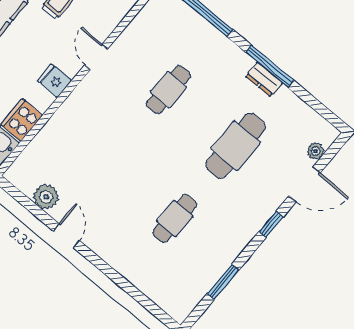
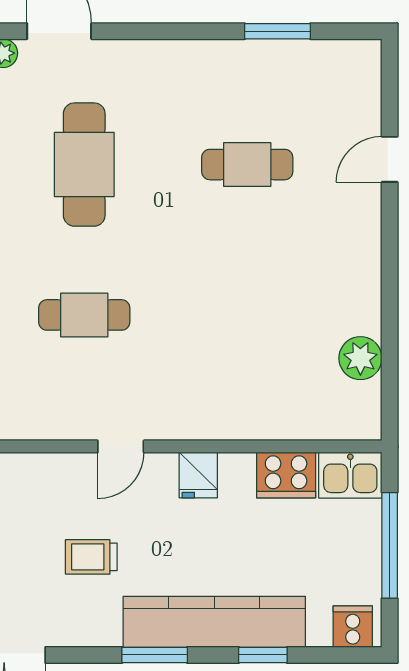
cafe table: (236, 146) -> (84, 165), turned 90
window: (271, 224) -> (149, 31), removed
door: (66, 236) -> (390, 159), moved

